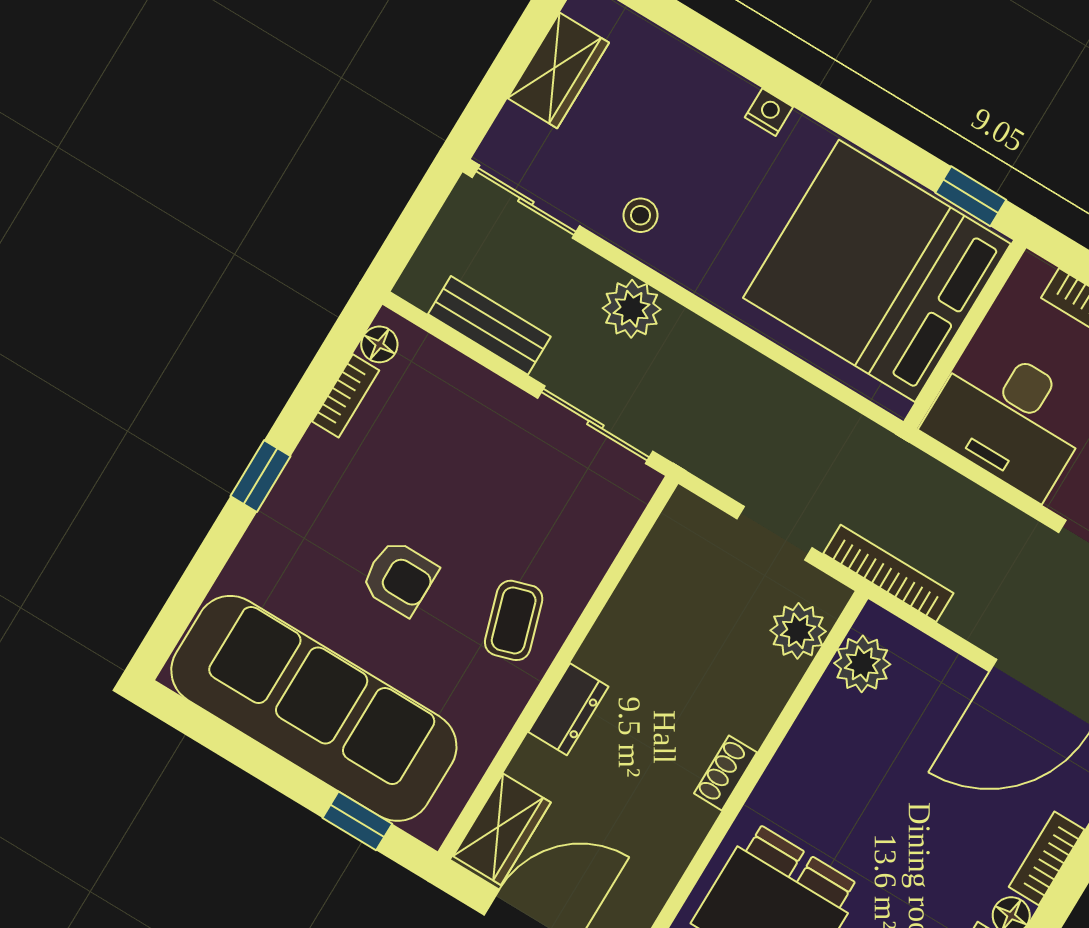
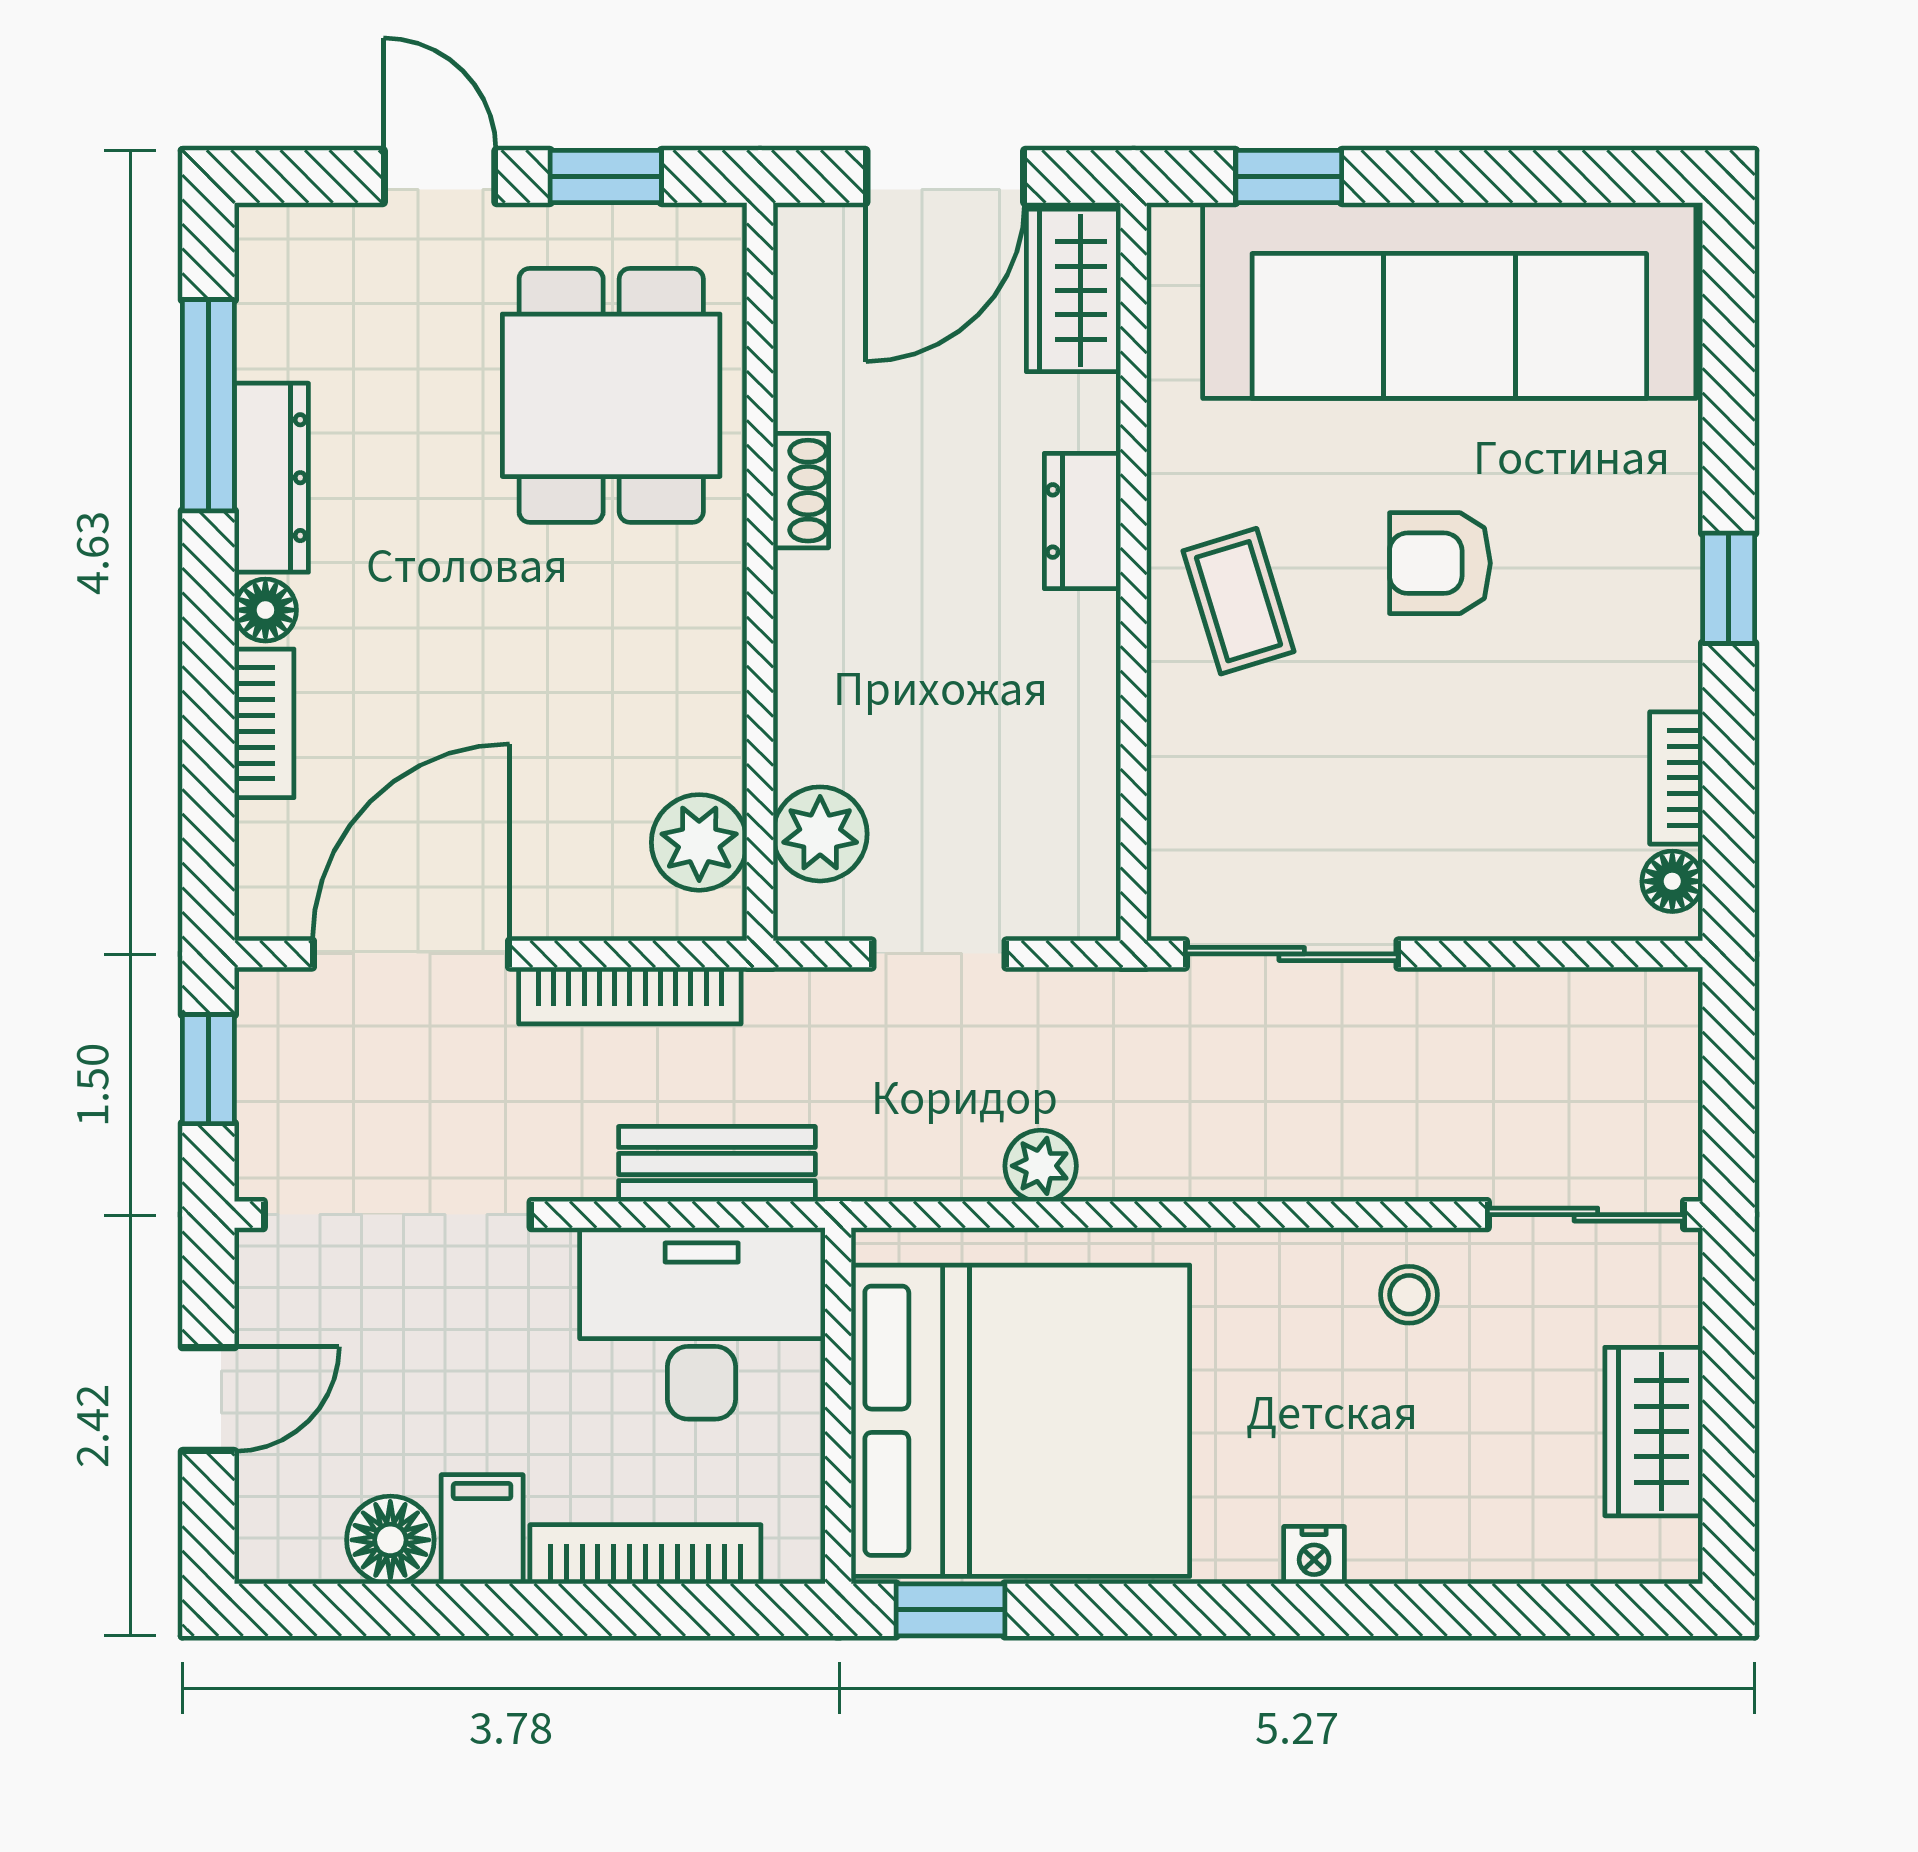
plant: (632, 309) -> (1041, 1166), moved, width x0.73, depth x0.73
bench: (489, 325) -> (717, 1164), moved
bookcase: (888, 573) -> (630, 995), moved
shoe rack: (725, 773) -> (801, 491), moved

